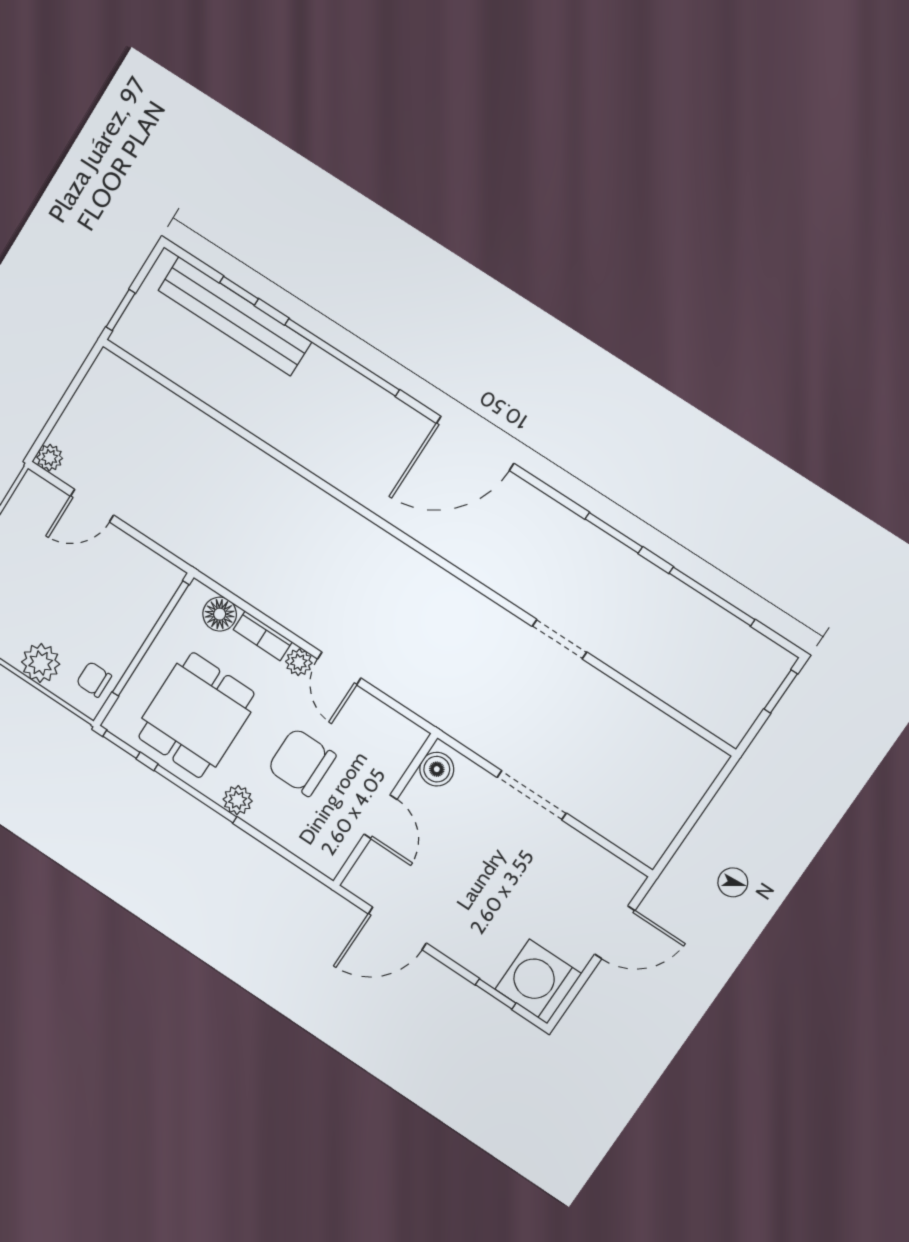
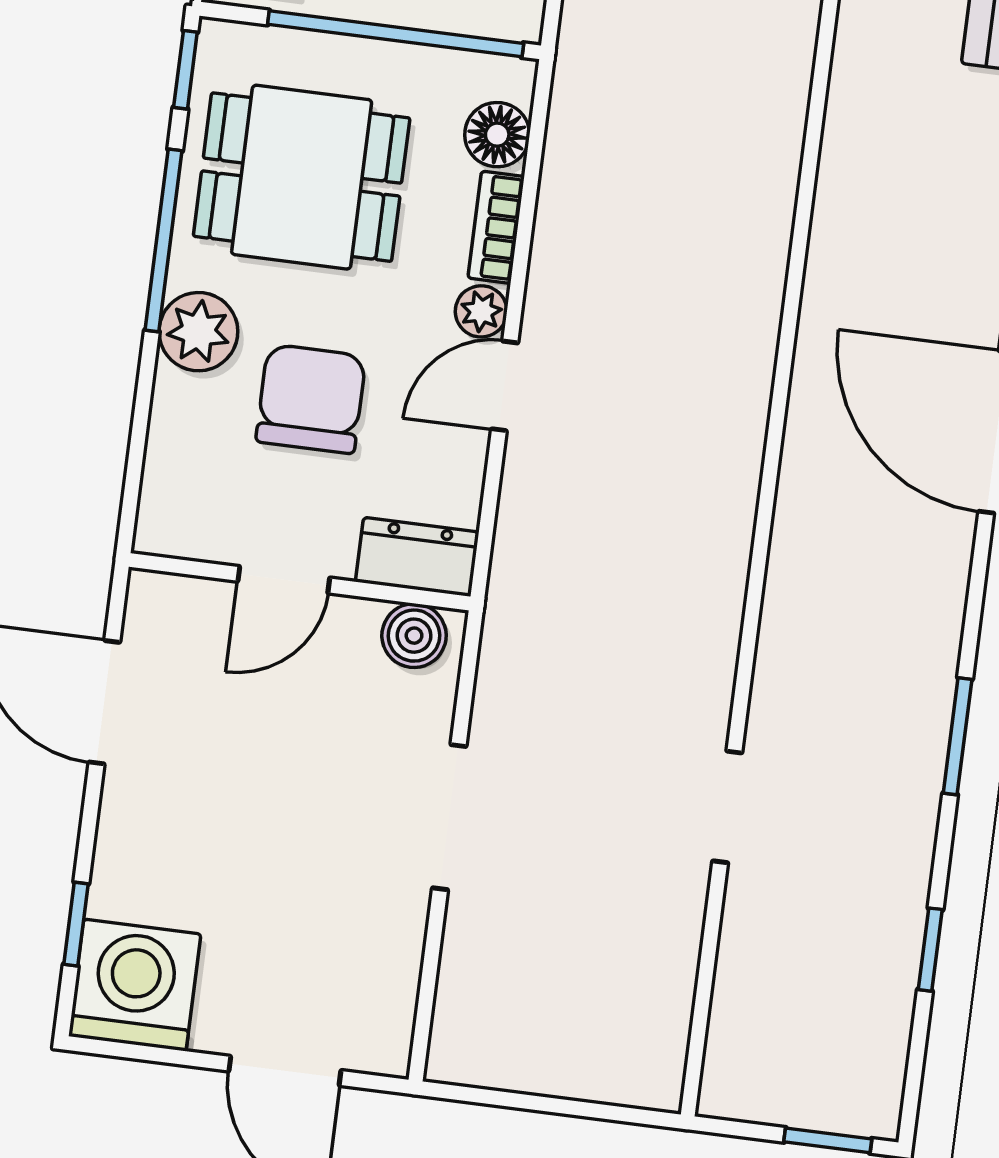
window: (712, 596) -> (930, 950), width x0.46
doorway: (560, 639) -> (727, 807), moved
dresser: (400, 749) -> (417, 557), added
plant: (238, 800) -> (198, 332), width x1.38, depth x1.38

